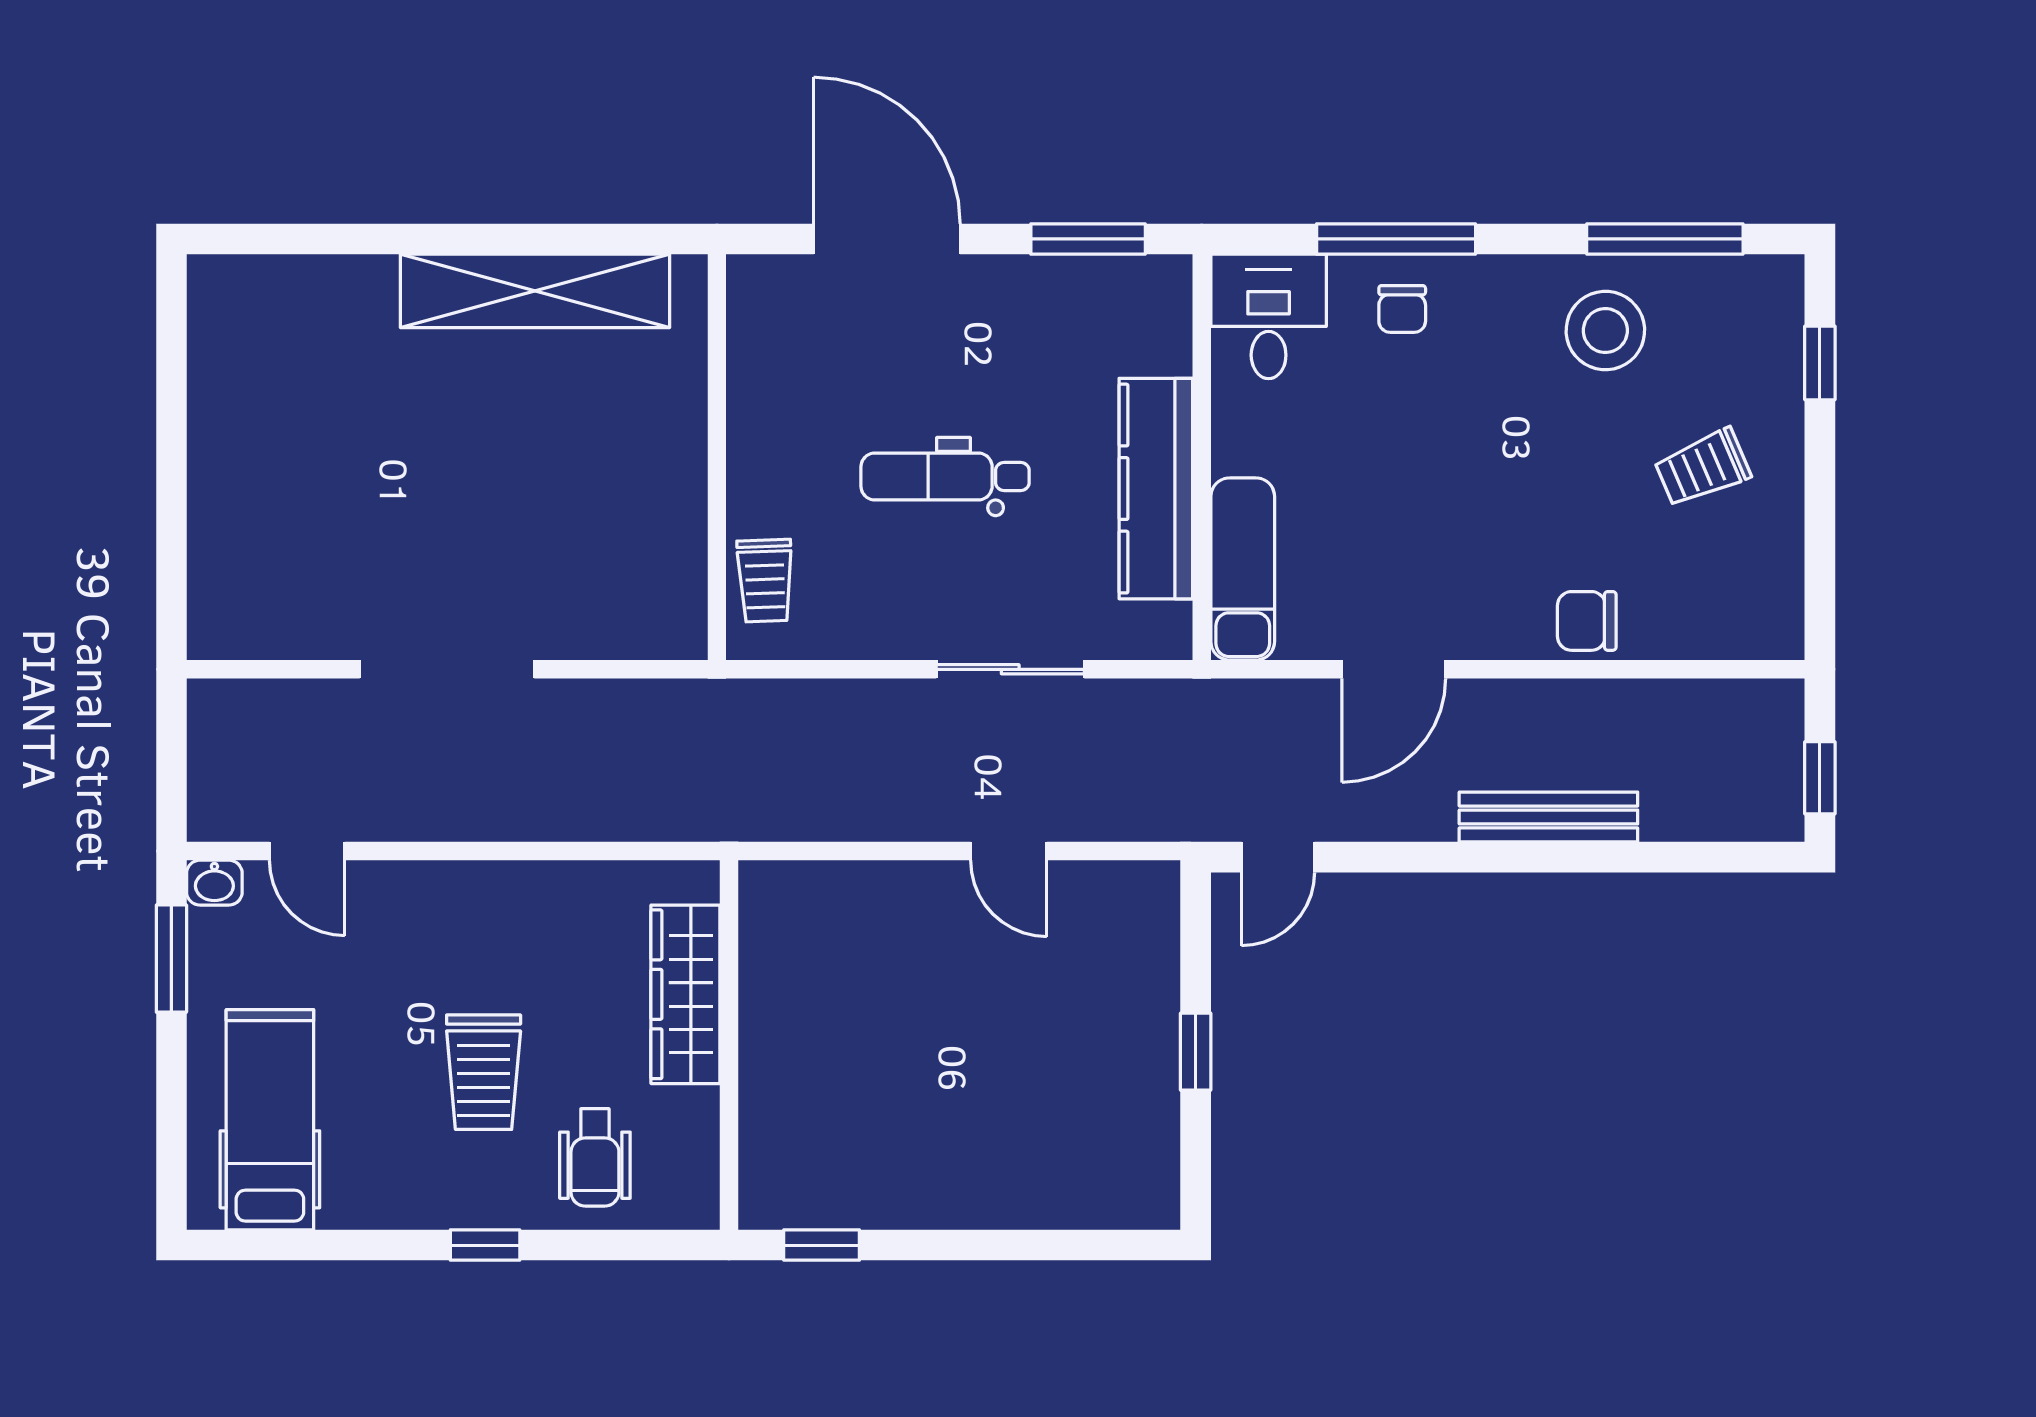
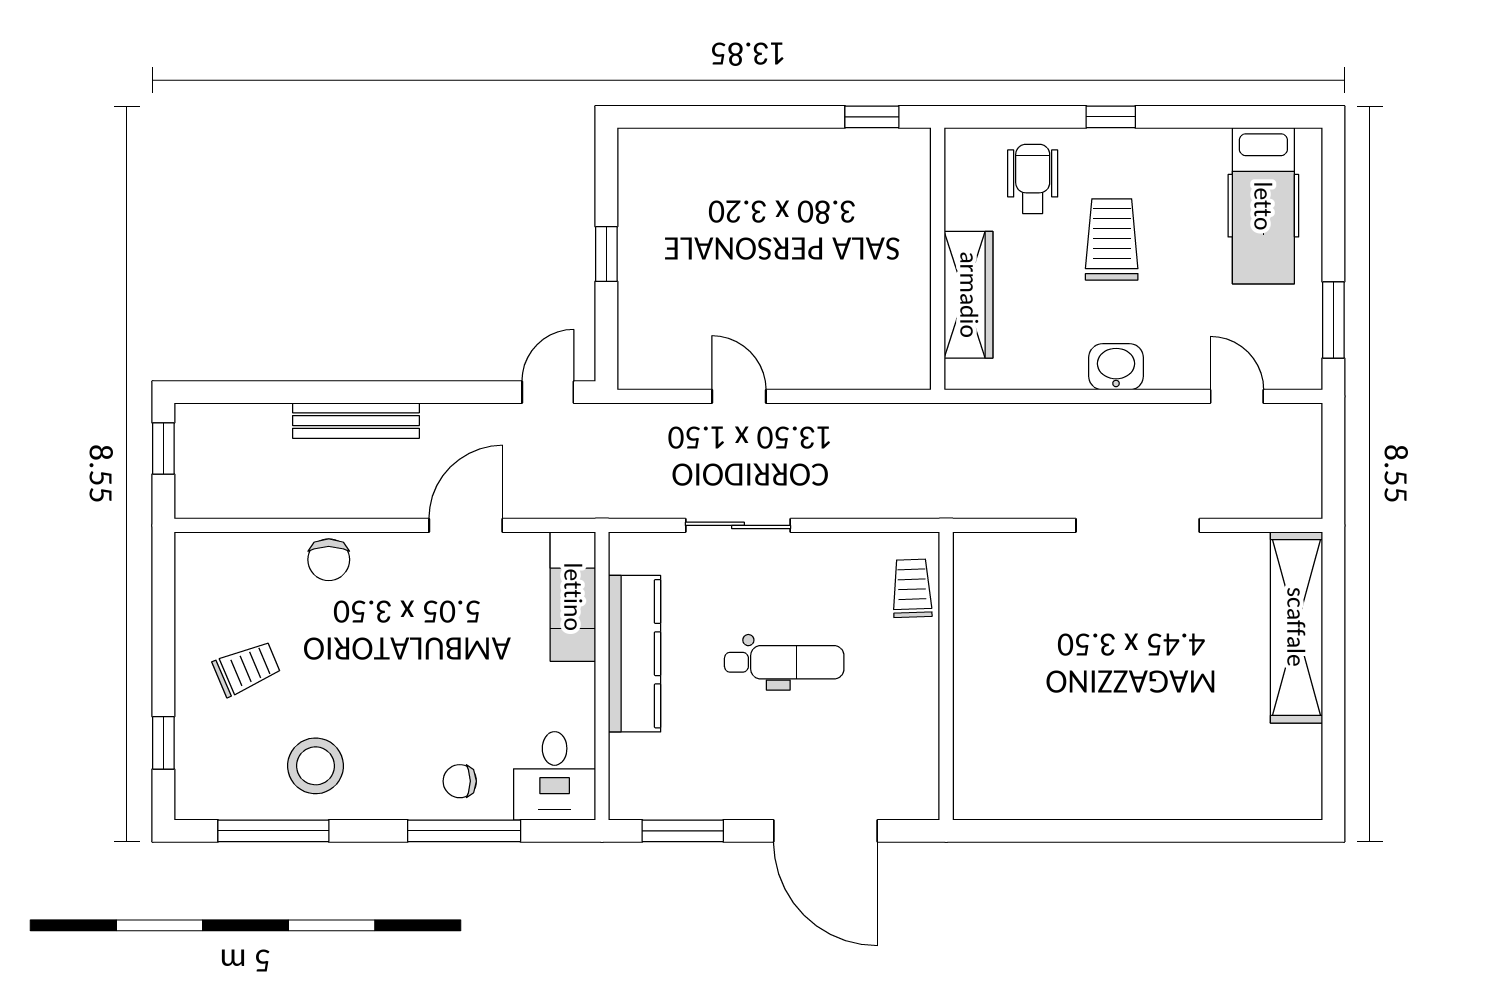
shelving: (535, 291) -> (1296, 627), moved, turned 90
chair: (1402, 309) -> (460, 781), turned -90
chair: (1587, 621) -> (329, 560), turned 90
washbasin: (214, 883) -> (1116, 367), moved, width x1.38, depth x1.45

